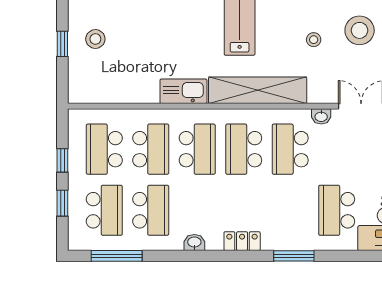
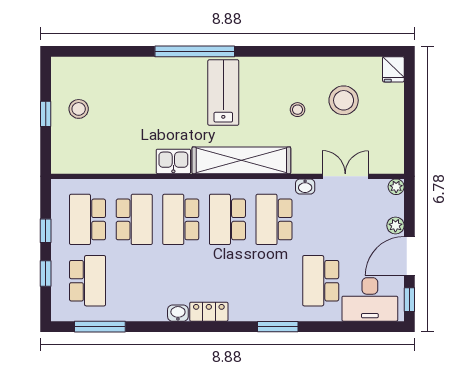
kitchen sink: (183, 91) -> (173, 161), width x0.73
school desk: (197, 149) -> (181, 219), turned 180
school desk: (151, 210) -> (134, 281), removed
locker: (242, 241) -> (209, 312), moved

